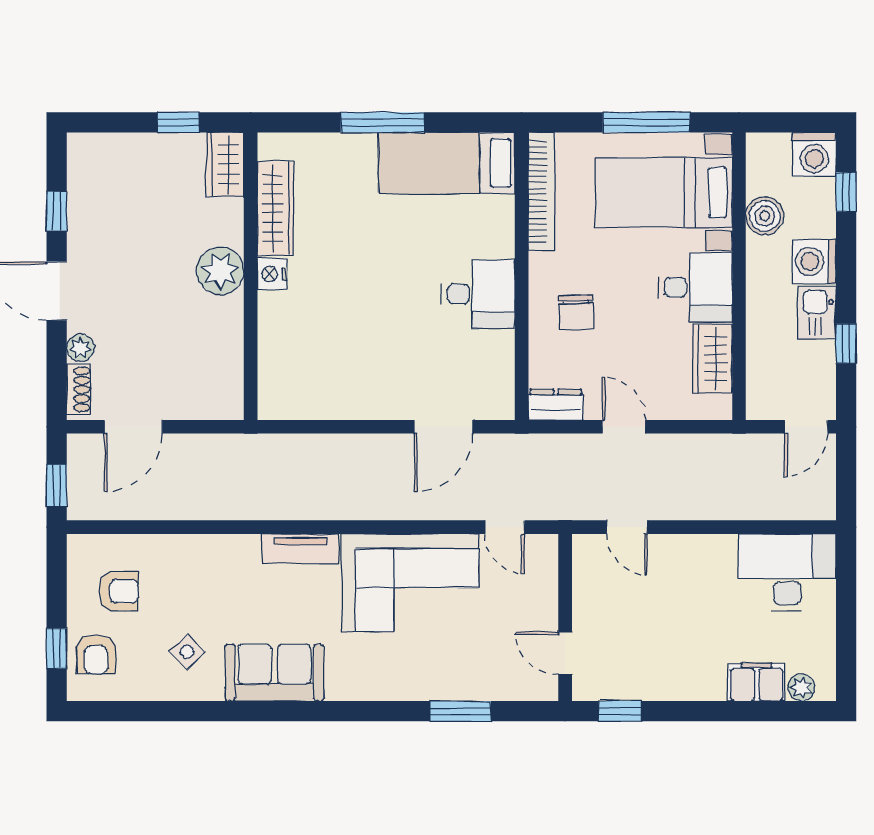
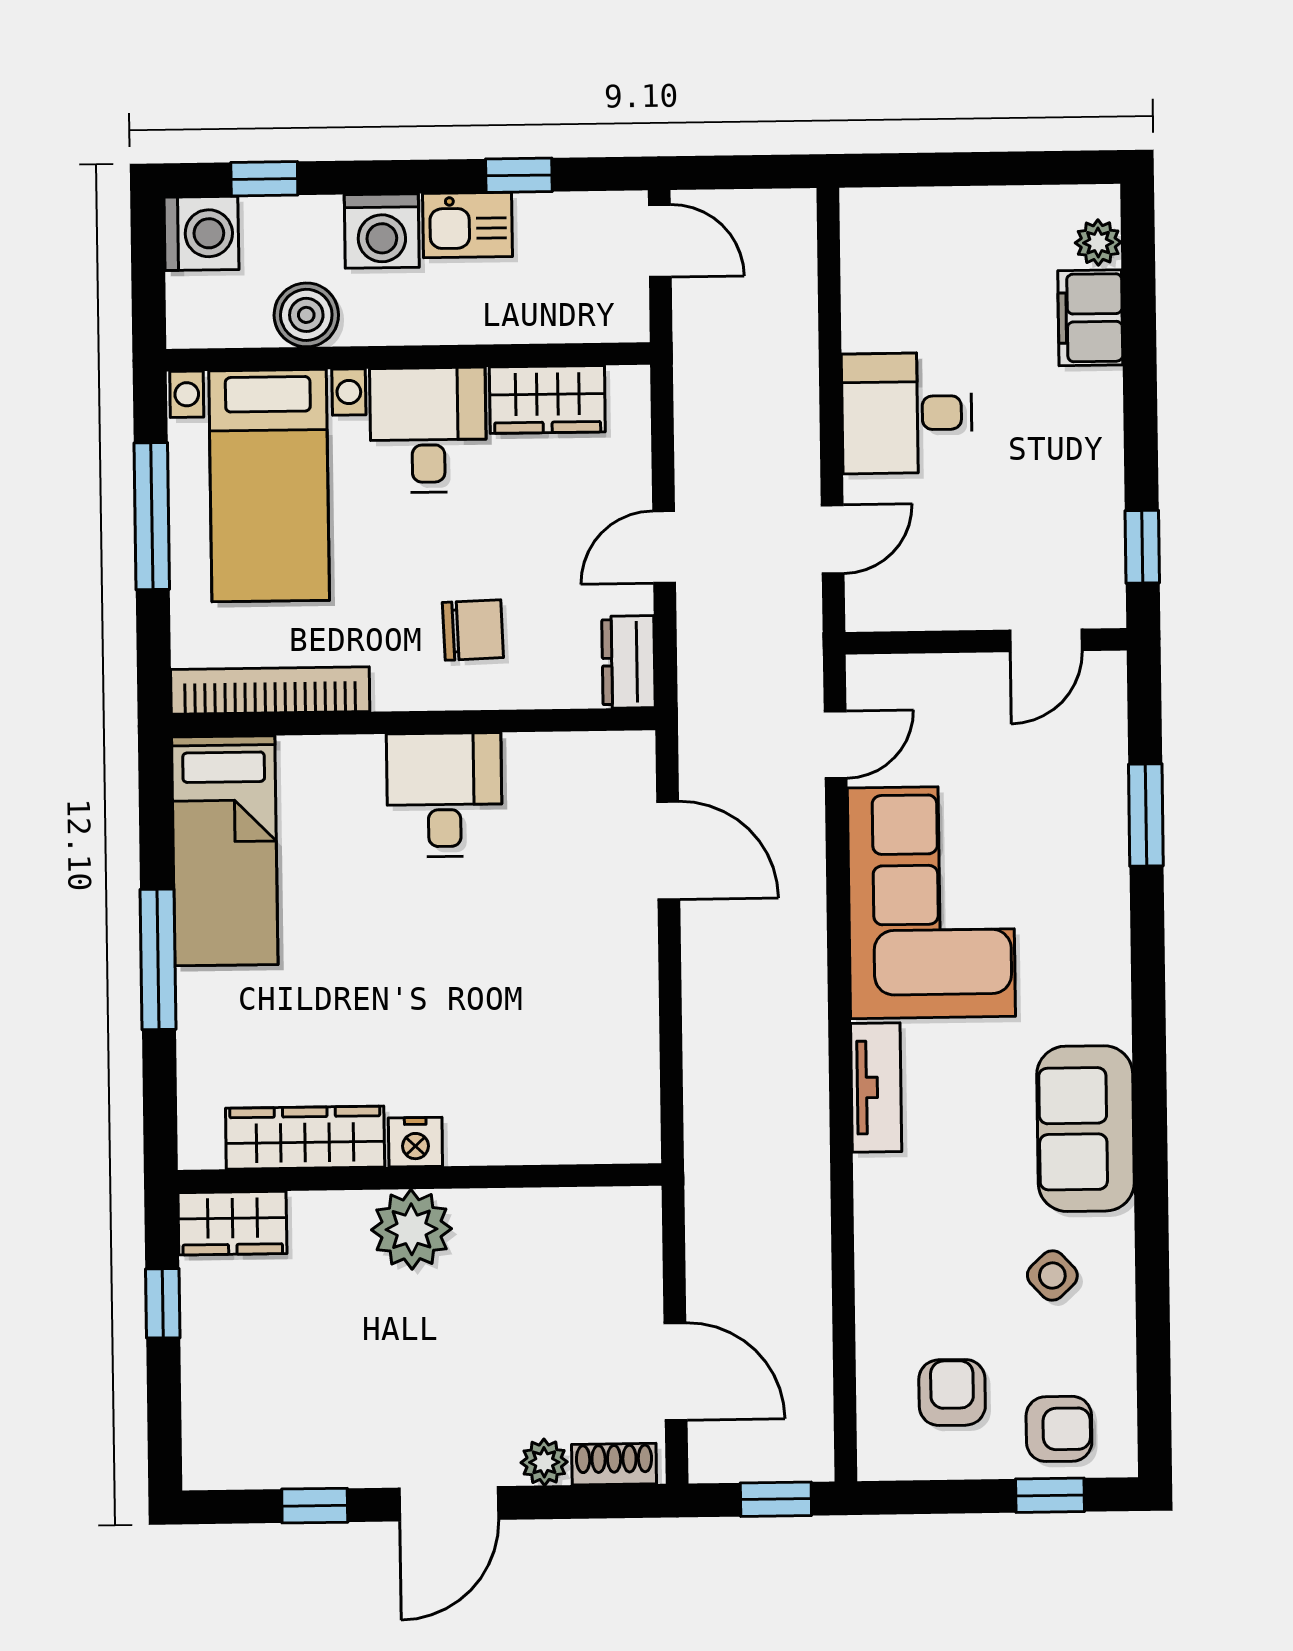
desk: (787, 572) -> (907, 413), moved, width x0.73

